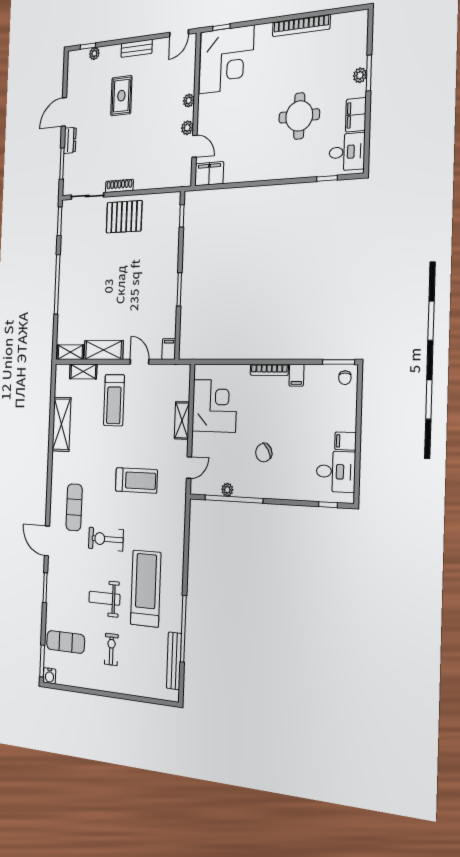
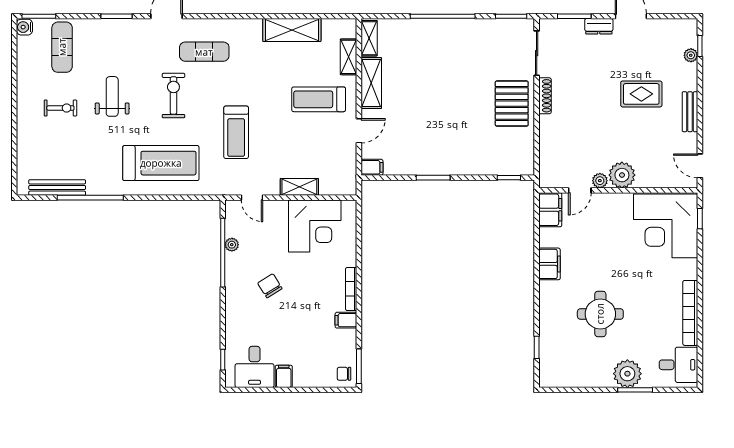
plant: (360, 75) -> (627, 374), width x1.88, depth x1.88
plant: (189, 100) -> (622, 175), width x1.88, depth x1.88
filing cabinet: (356, 115) -> (549, 264), moved, turned 90
desk: (347, 152) -> (679, 365), moved, turned -90
treadmill: (146, 589) -> (161, 163), moved

